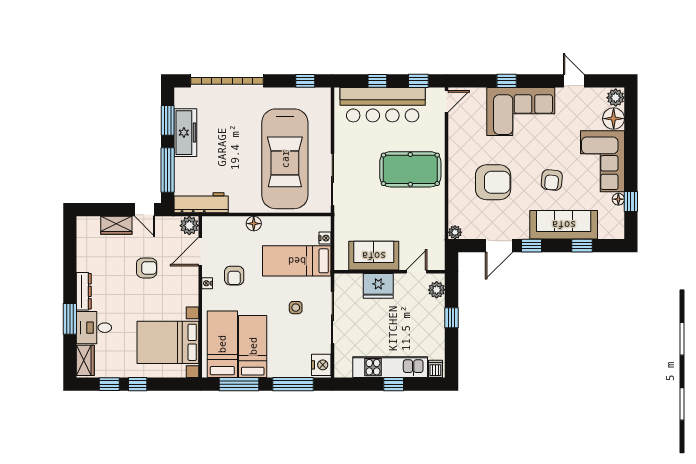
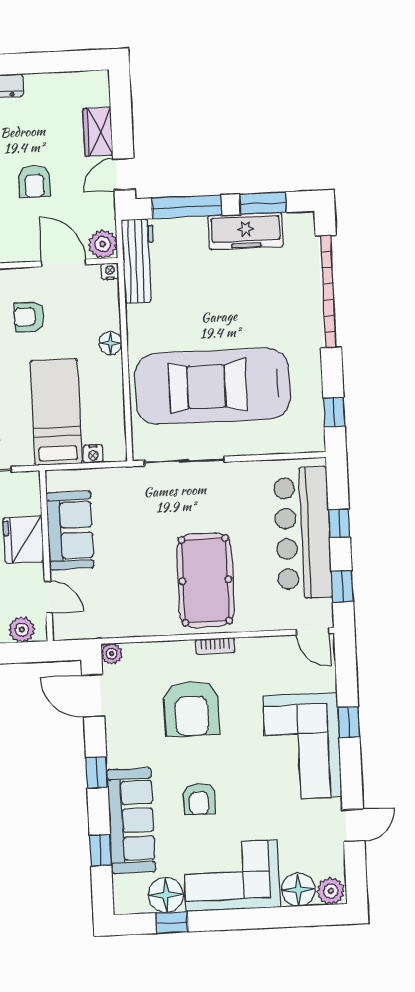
bookcase: (453, 165) -> (215, 646), added
armchair: (552, 180) -> (199, 799), turned -96
floor lamp: (618, 199) -> (166, 895), width x1.89, depth x1.89
door: (499, 246) -> (93, 696), moved
nightstand: (207, 283) -> (110, 271), moved

